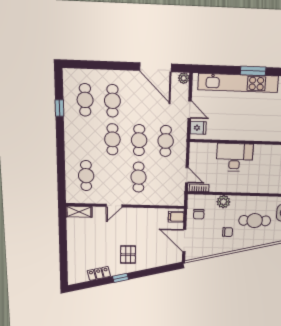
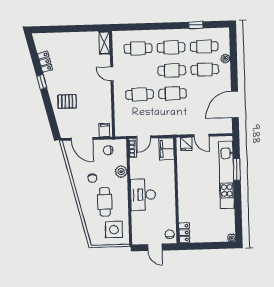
window: (253, 71) -> (237, 170), moved
plant: (184, 78) -> (225, 59), moved
door: (190, 110) -> (202, 135), hinge flipped
cafe table: (166, 141) -> (171, 47), moved
filing cabinet: (202, 151) -> (167, 149), added
desk: (235, 157) -> (143, 195), moved, turned 180
door: (184, 241) -> (82, 139), swing flipped
pallet: (128, 255) -> (67, 101), moved

